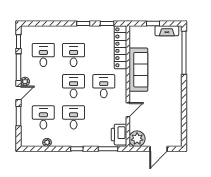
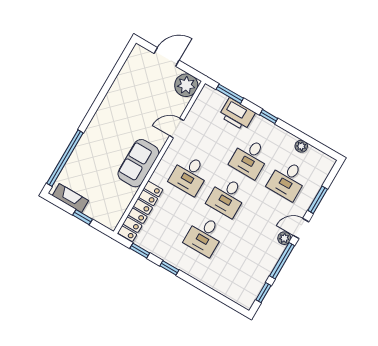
desk: (43, 55) -> (242, 258), removed
sofa: (138, 70) -> (138, 163), width x0.73
printer: (119, 135) -> (237, 114), moved, turned 90

